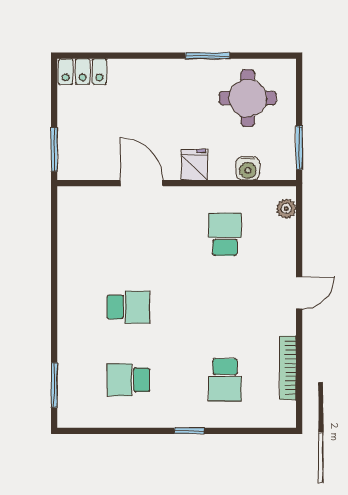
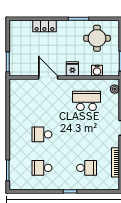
locker: (83, 72) -> (44, 26), moved
school desk: (225, 234) -> (86, 101), width x1.85
school desk: (128, 307) -> (42, 134), turned 180
school desk: (225, 380) -> (86, 168), turned -90

